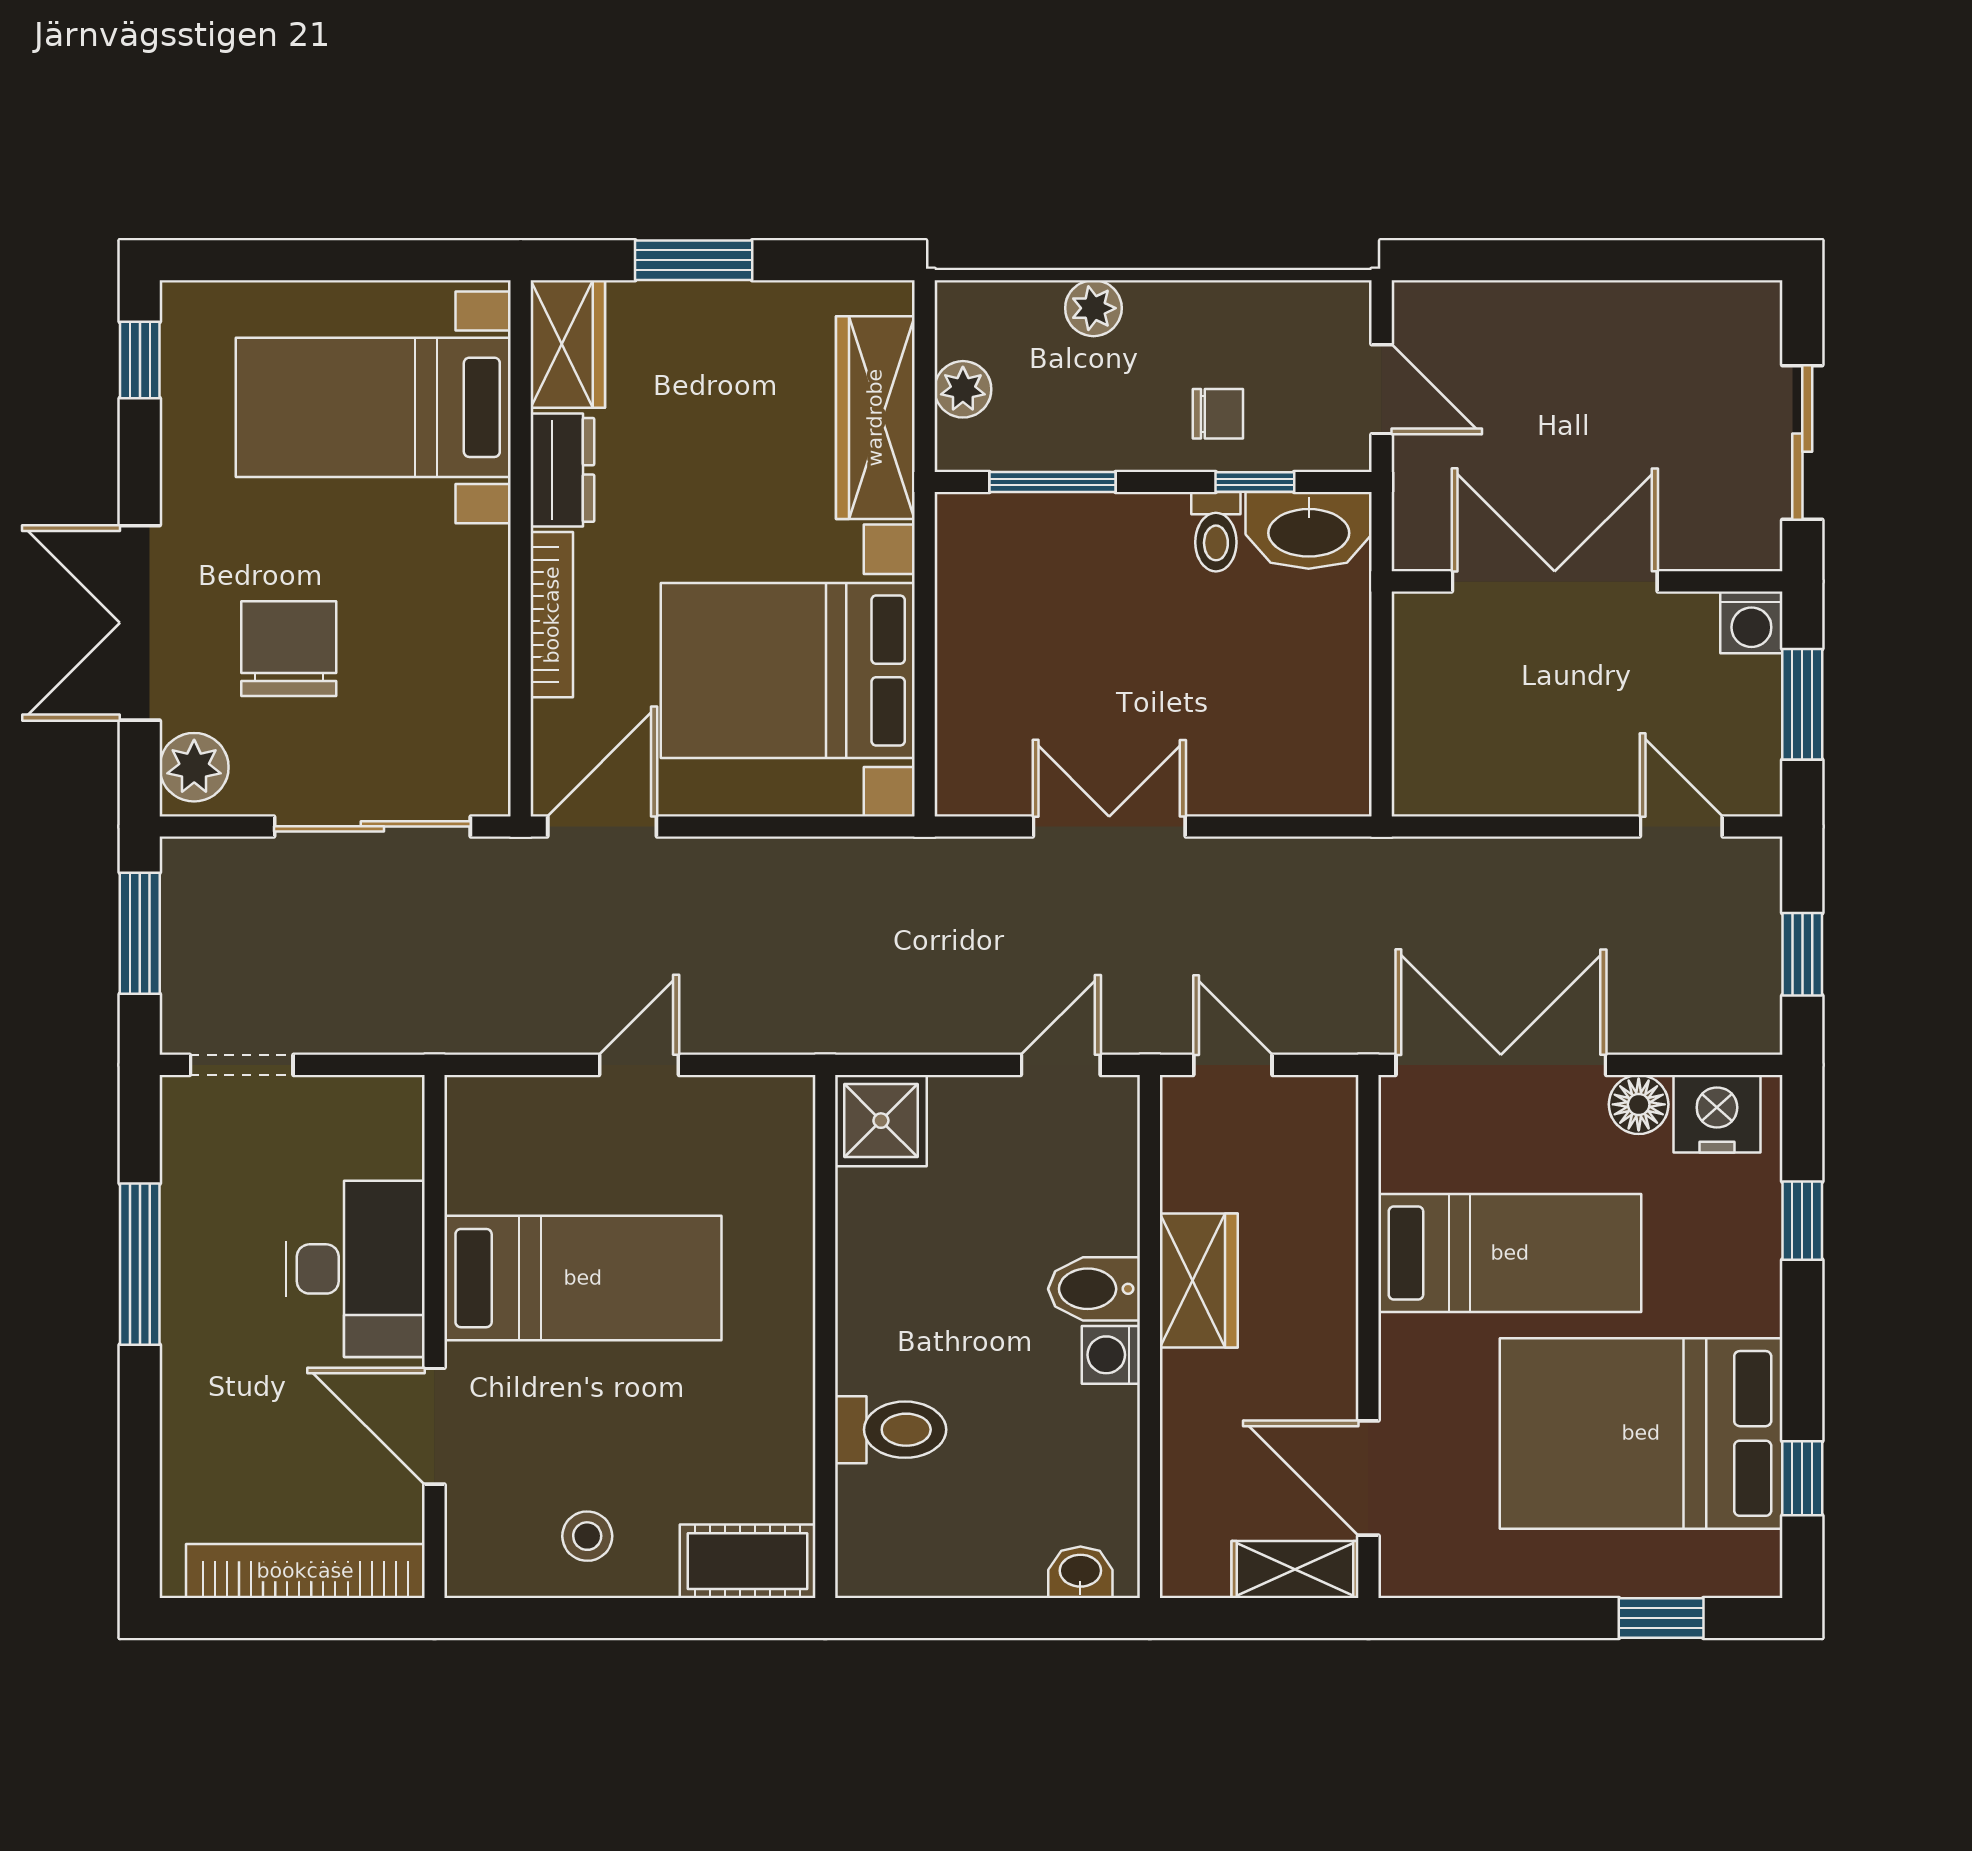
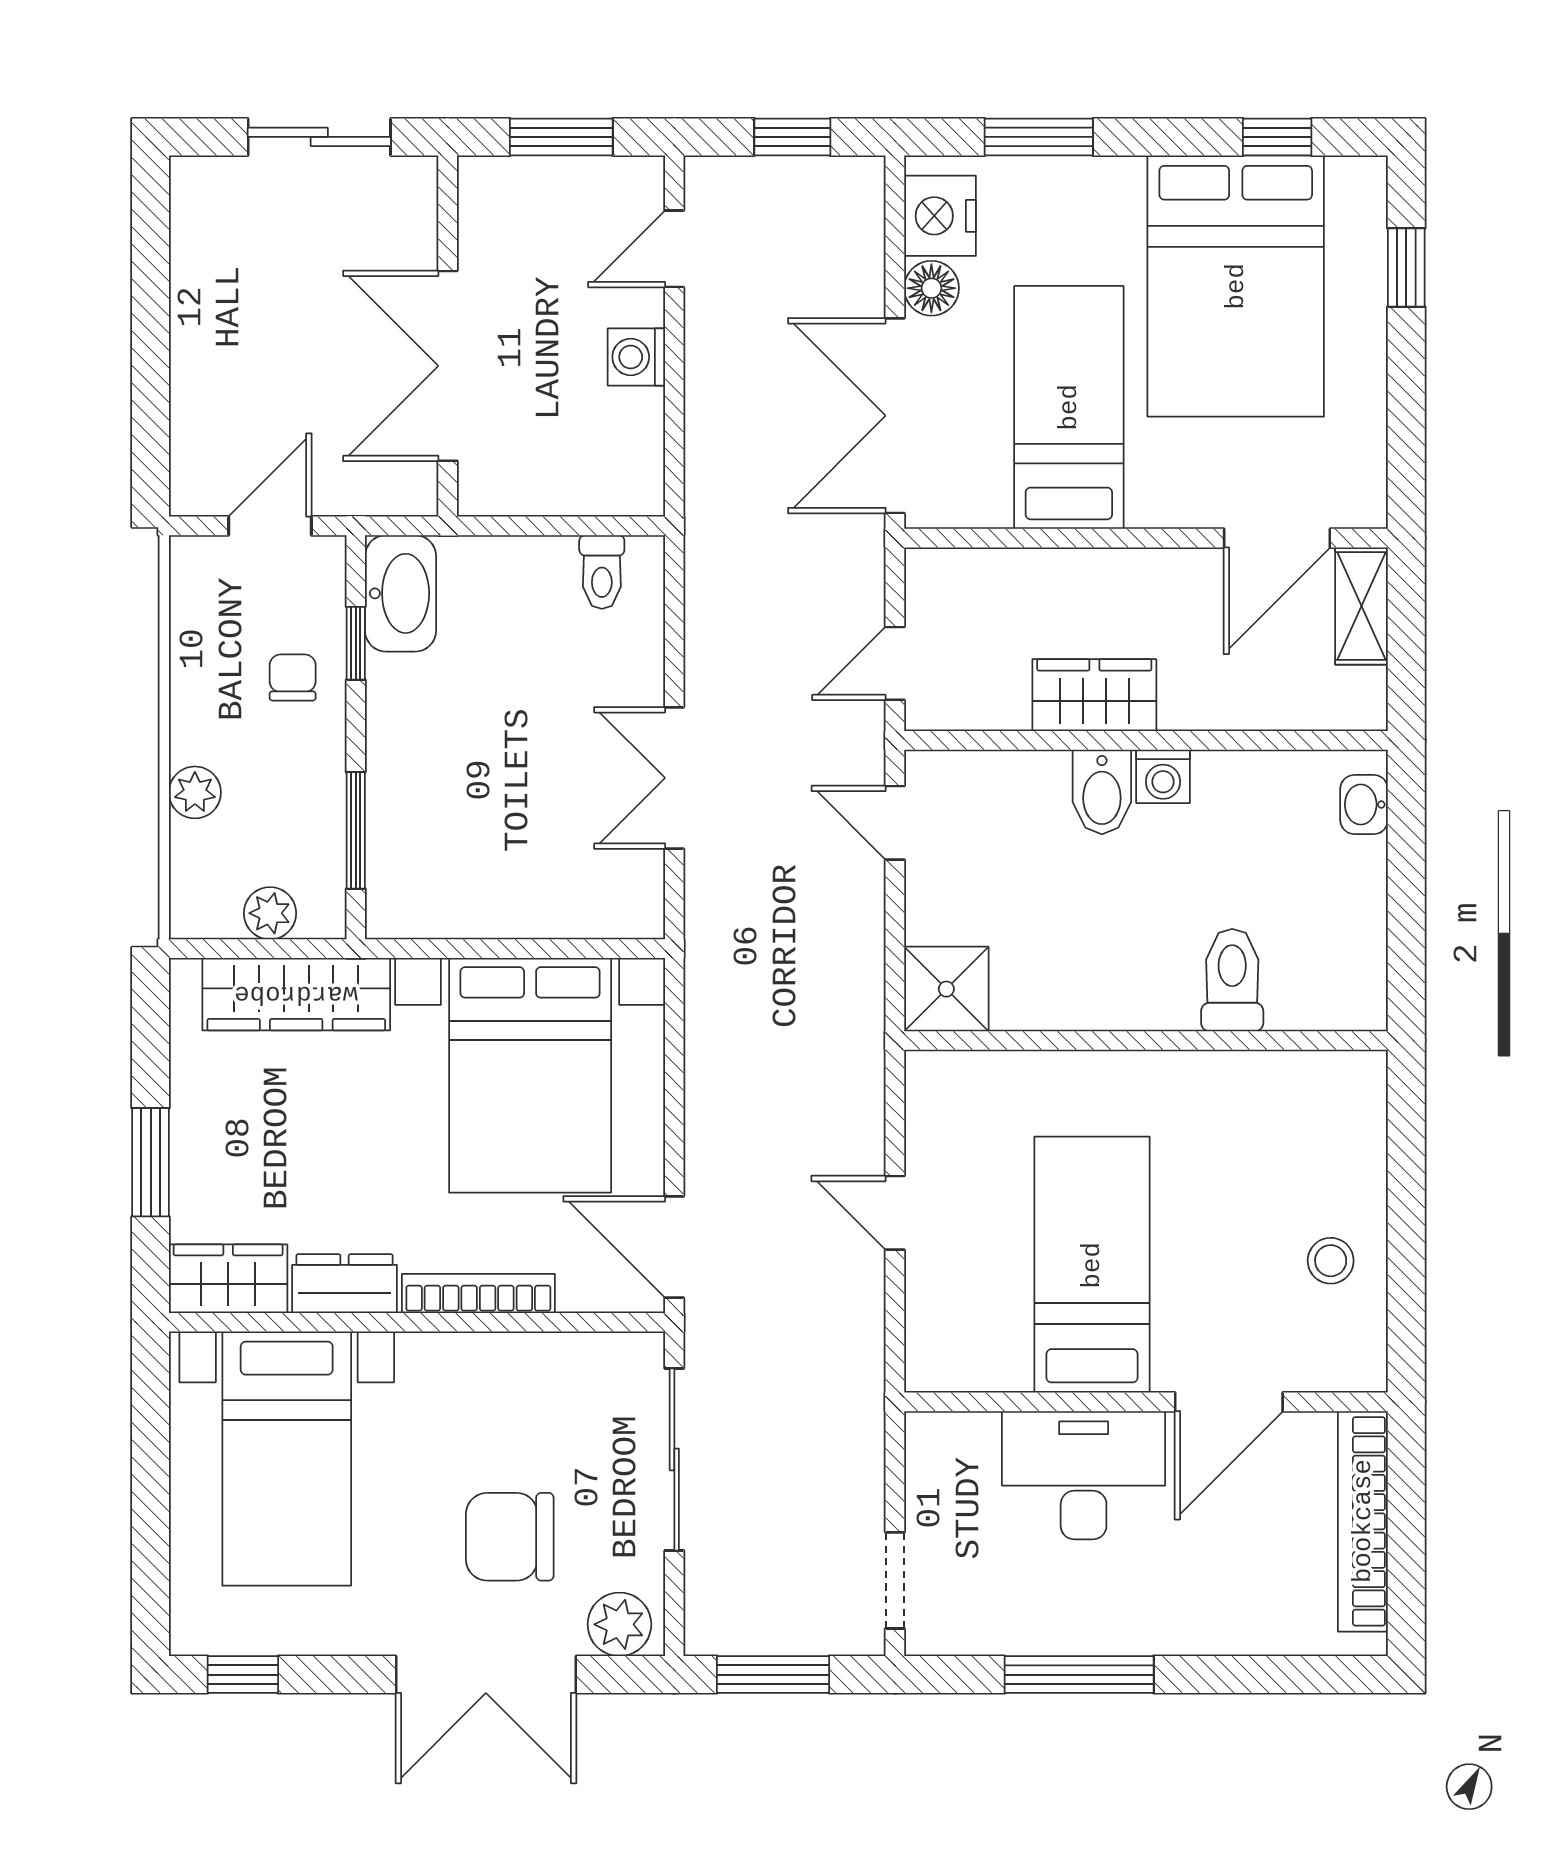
toilet: (1216, 532) -> (602, 572), moved, turned 90
washing machine: (1751, 622) -> (636, 357), moved, turned 180
window: (1802, 1221) -> (1039, 137), width x1.50
cot: (748, 1561) -> (1354, 1112), removed

